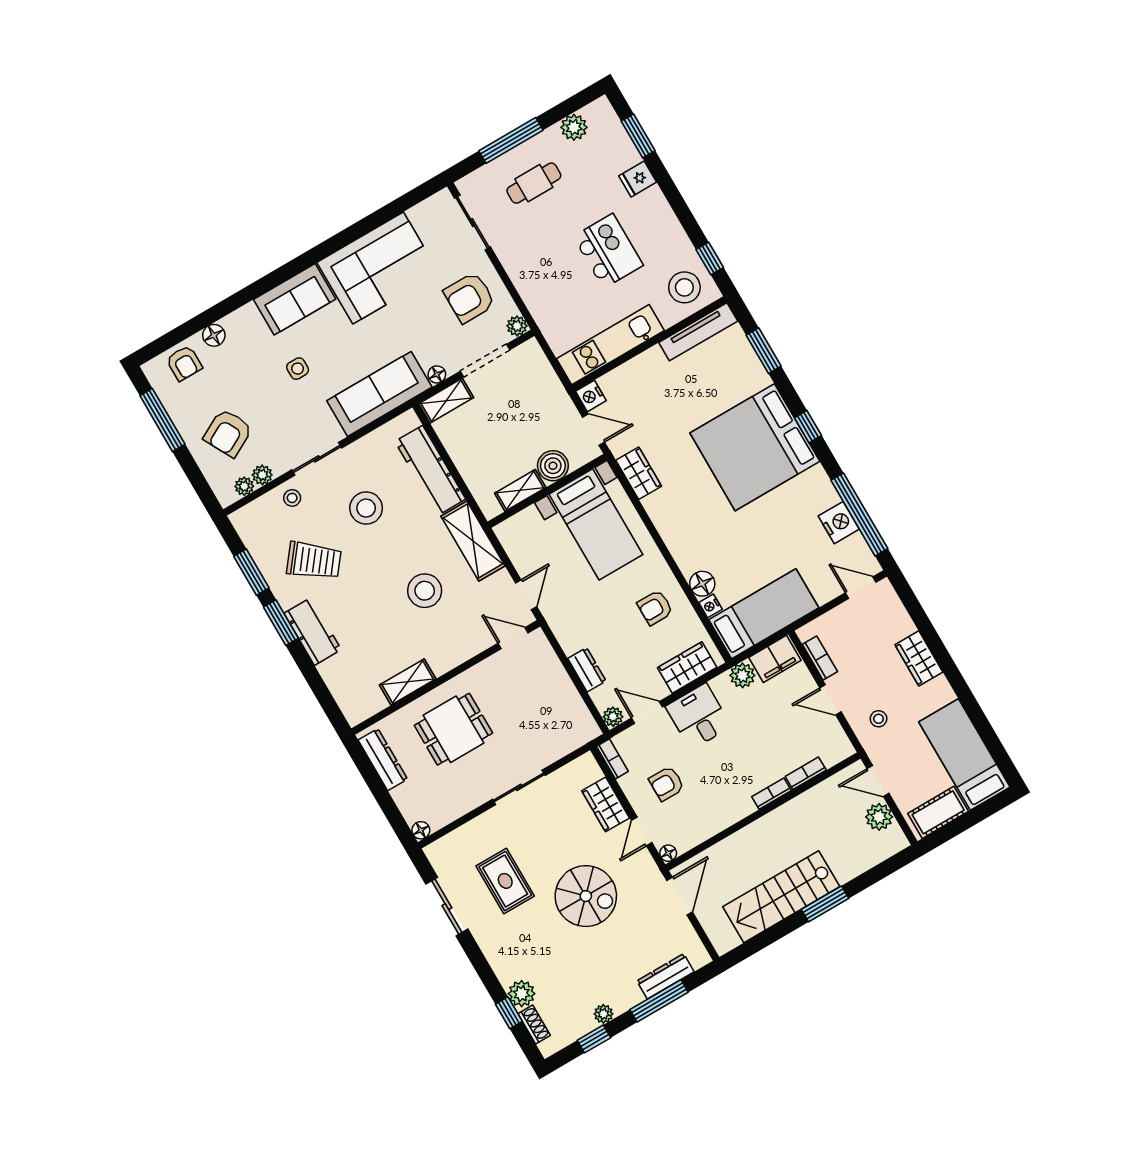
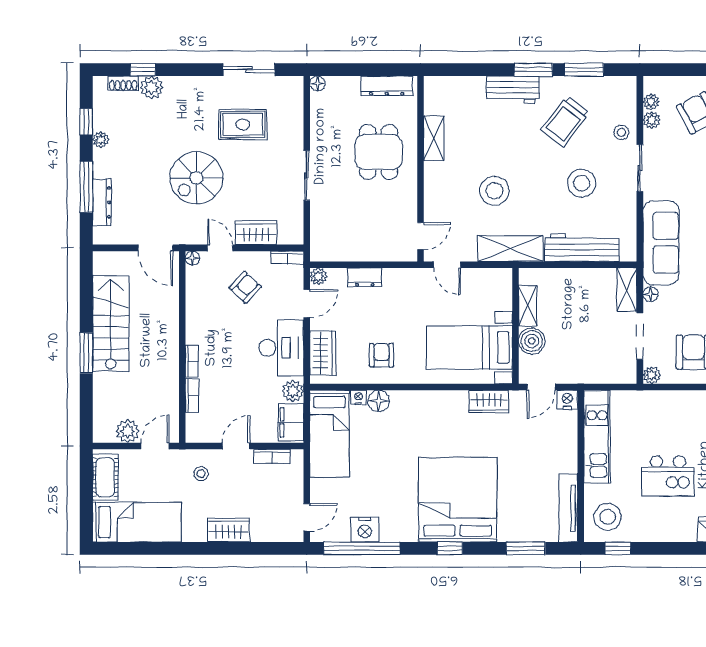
desk: (698, 717) -> (281, 348), width x1.37
armchair: (667, 784) -> (245, 287), turned 43

